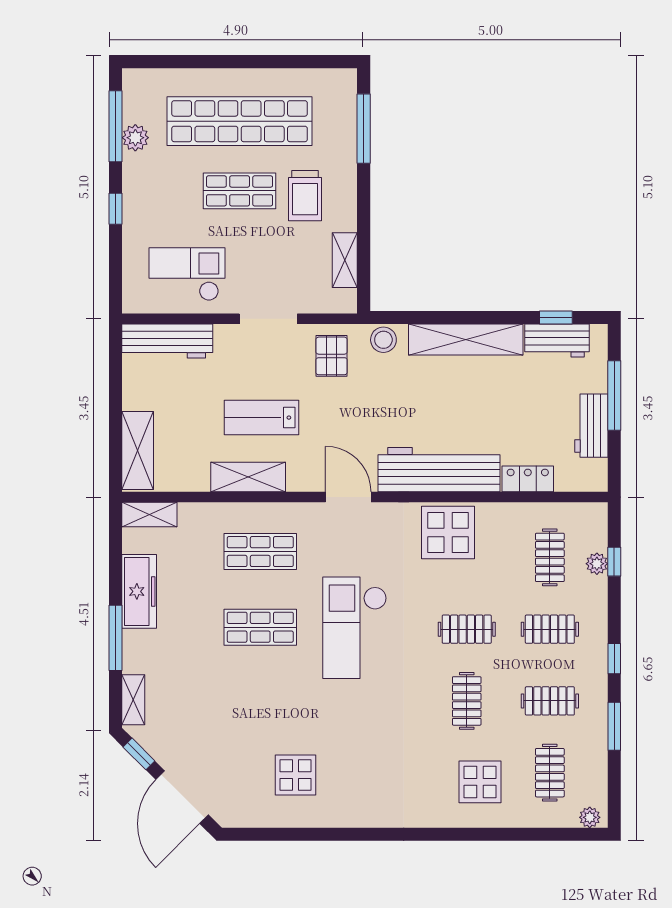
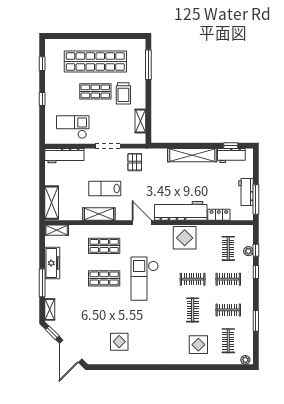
window: (116, 126) -> (42, 64), width x0.46
plant: (135, 138) -> (51, 69), removed
stool: (383, 340) -> (157, 155), removed
window: (614, 396) -> (256, 199), moved
window: (614, 659) -> (256, 272), moved

